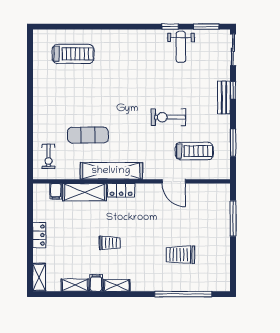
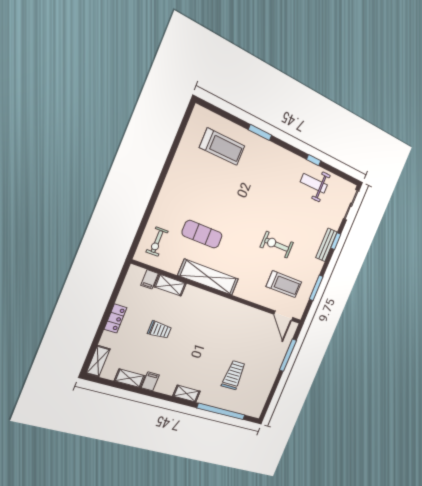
window: (206, 27) -> (260, 133), moved
weight bench: (181, 47) -> (314, 183), turned 90
door: (174, 181) -> (283, 316), moved
locker: (121, 190) -> (209, 299), removed
shelving: (85, 192) -> (170, 285), width x0.67, depth x0.75
trolley: (110, 243) -> (160, 330), moved
trolley: (180, 255) -> (234, 375), turned 90
shelving: (117, 285) -> (187, 394), moved

